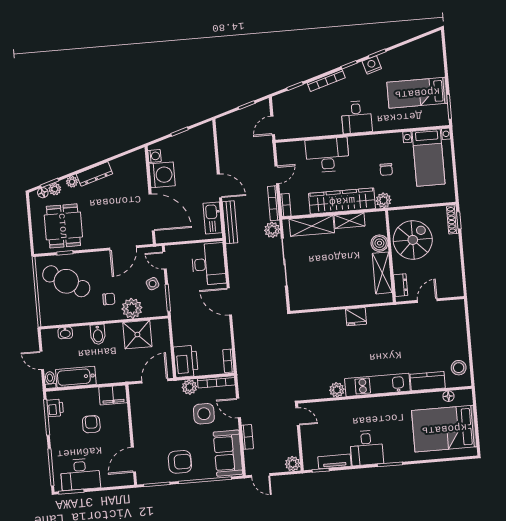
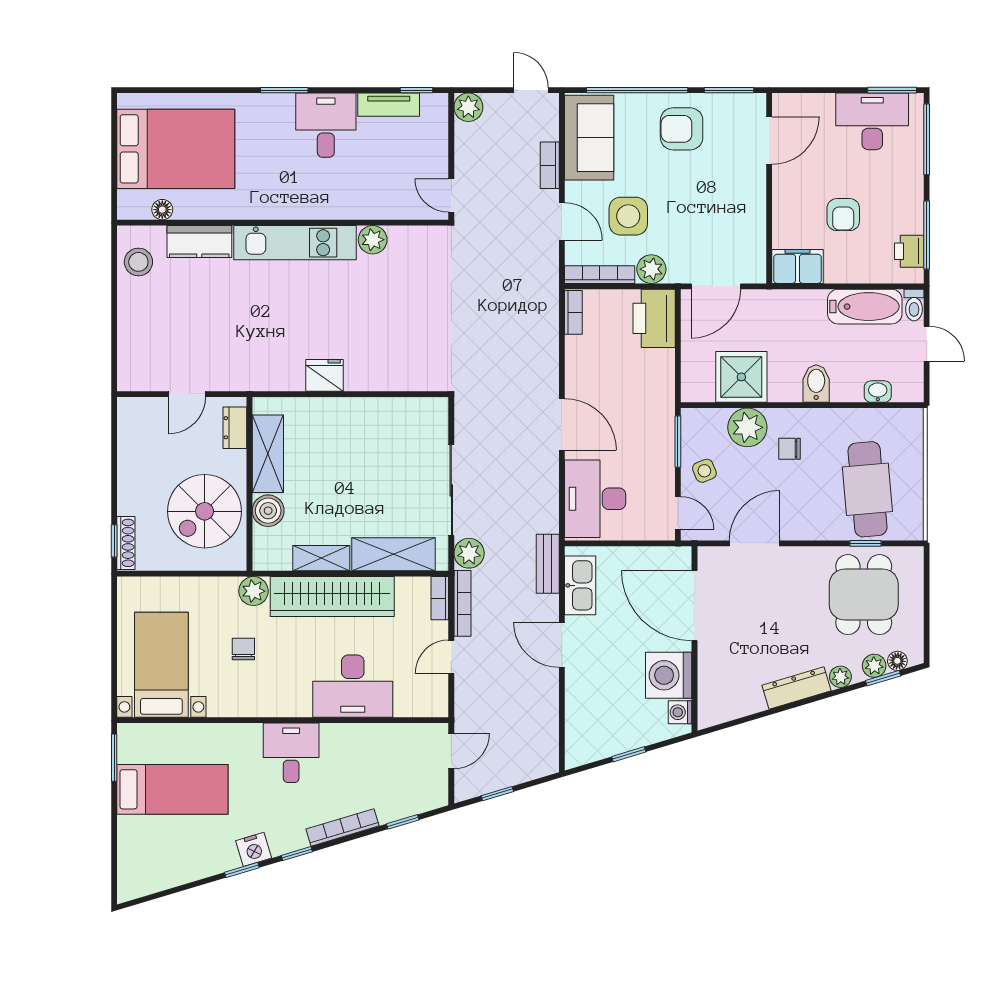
bench: (230, 222) -> (548, 564), width x0.73
cafe table: (66, 281) -> (867, 489), turned 55

